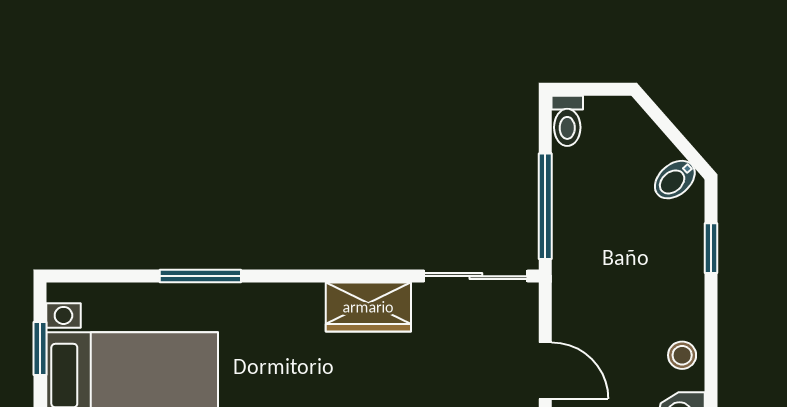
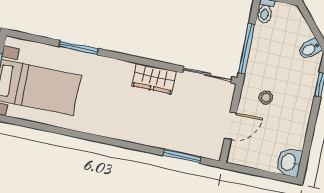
stool: (682, 355) -> (266, 98), moved
door: (545, 371) -> (231, 126), hinge flipped

